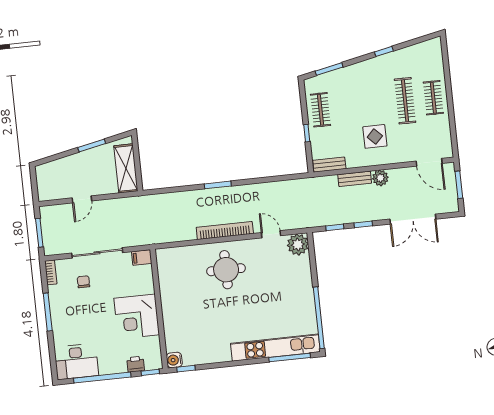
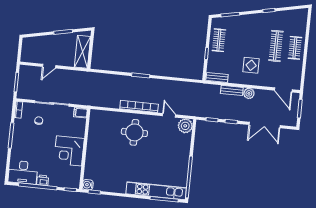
printer: (136, 364) -> (43, 180), moved

